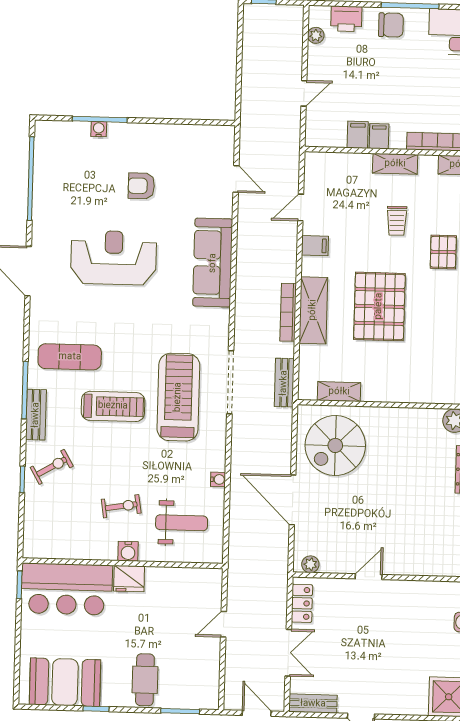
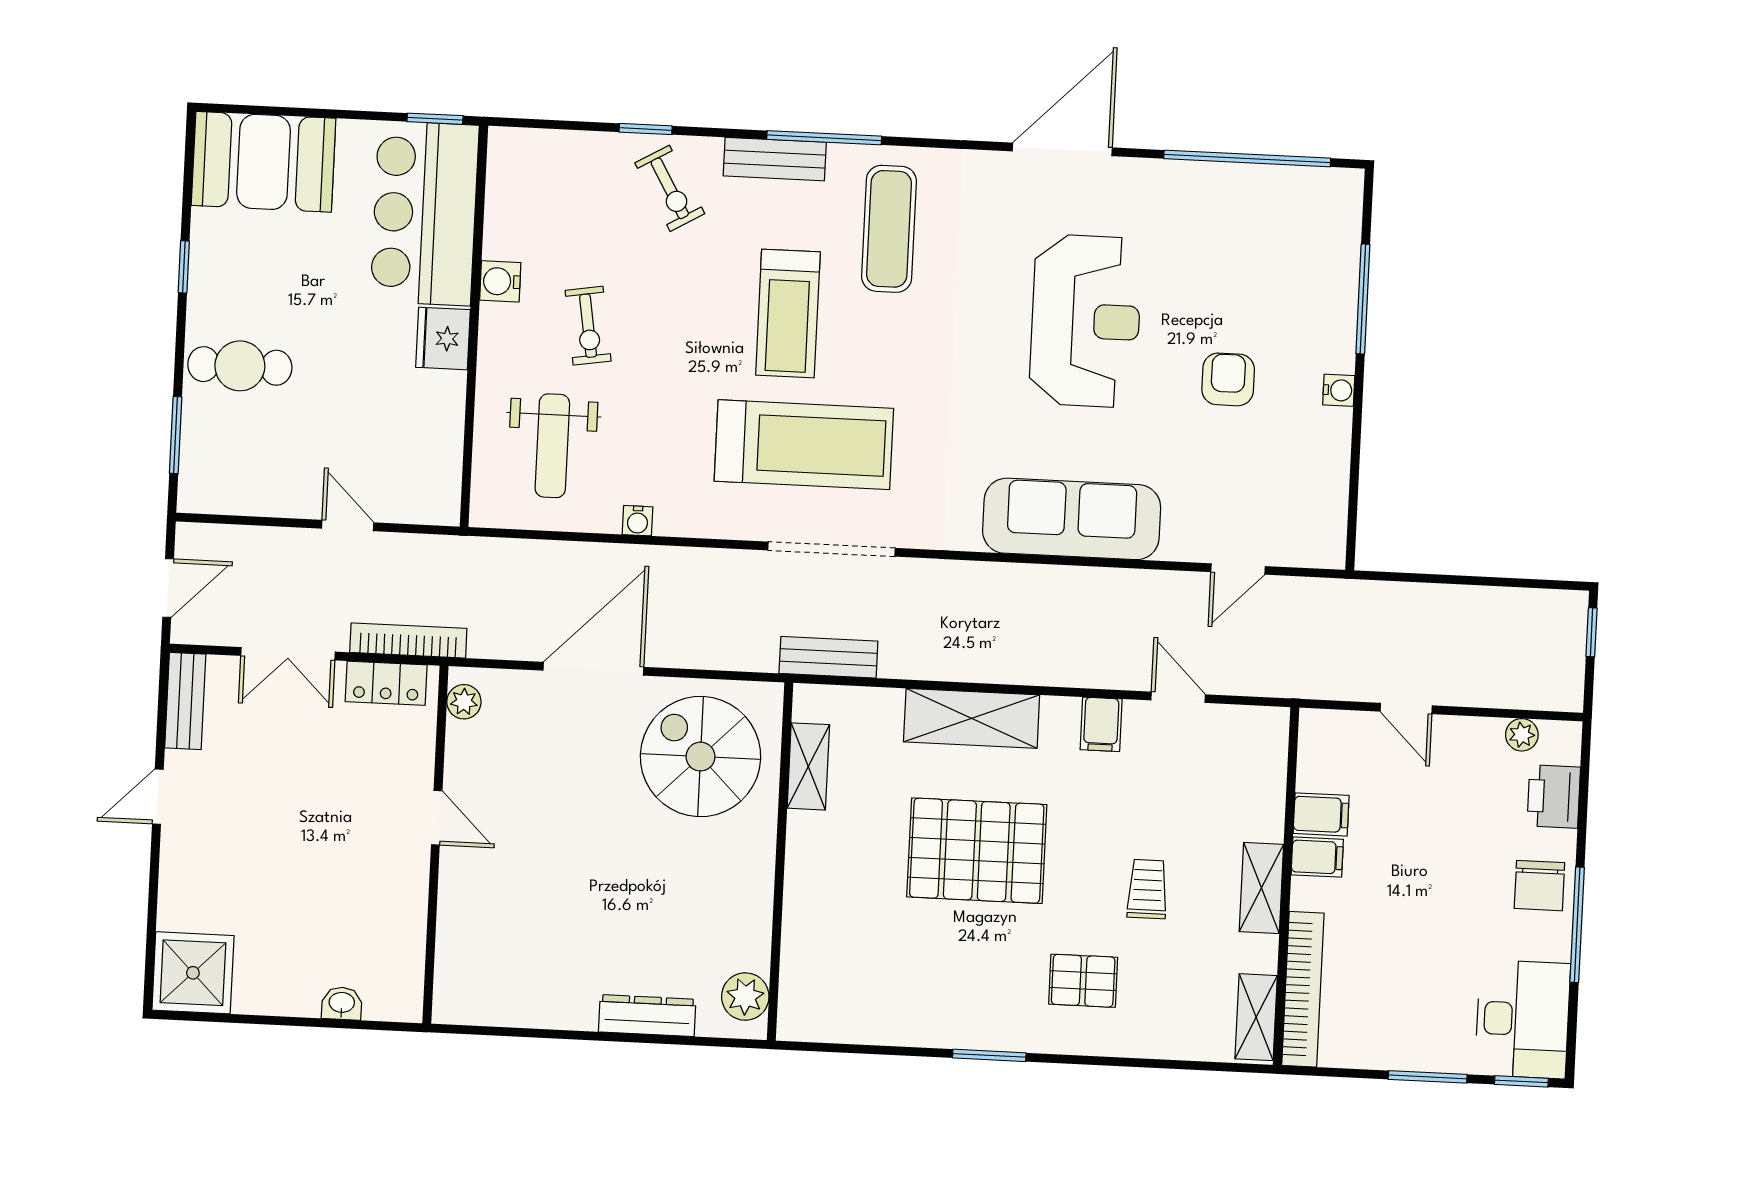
water cooler: (99, 129) -> (1339, 390), moved
trolley: (397, 221) -> (1147, 889), turned 90
bookcase: (288, 312) -> (408, 640), moved
water cooler: (128, 551) -> (500, 281), moved
booth: (65, 682) -> (264, 162), moved, turned 90

